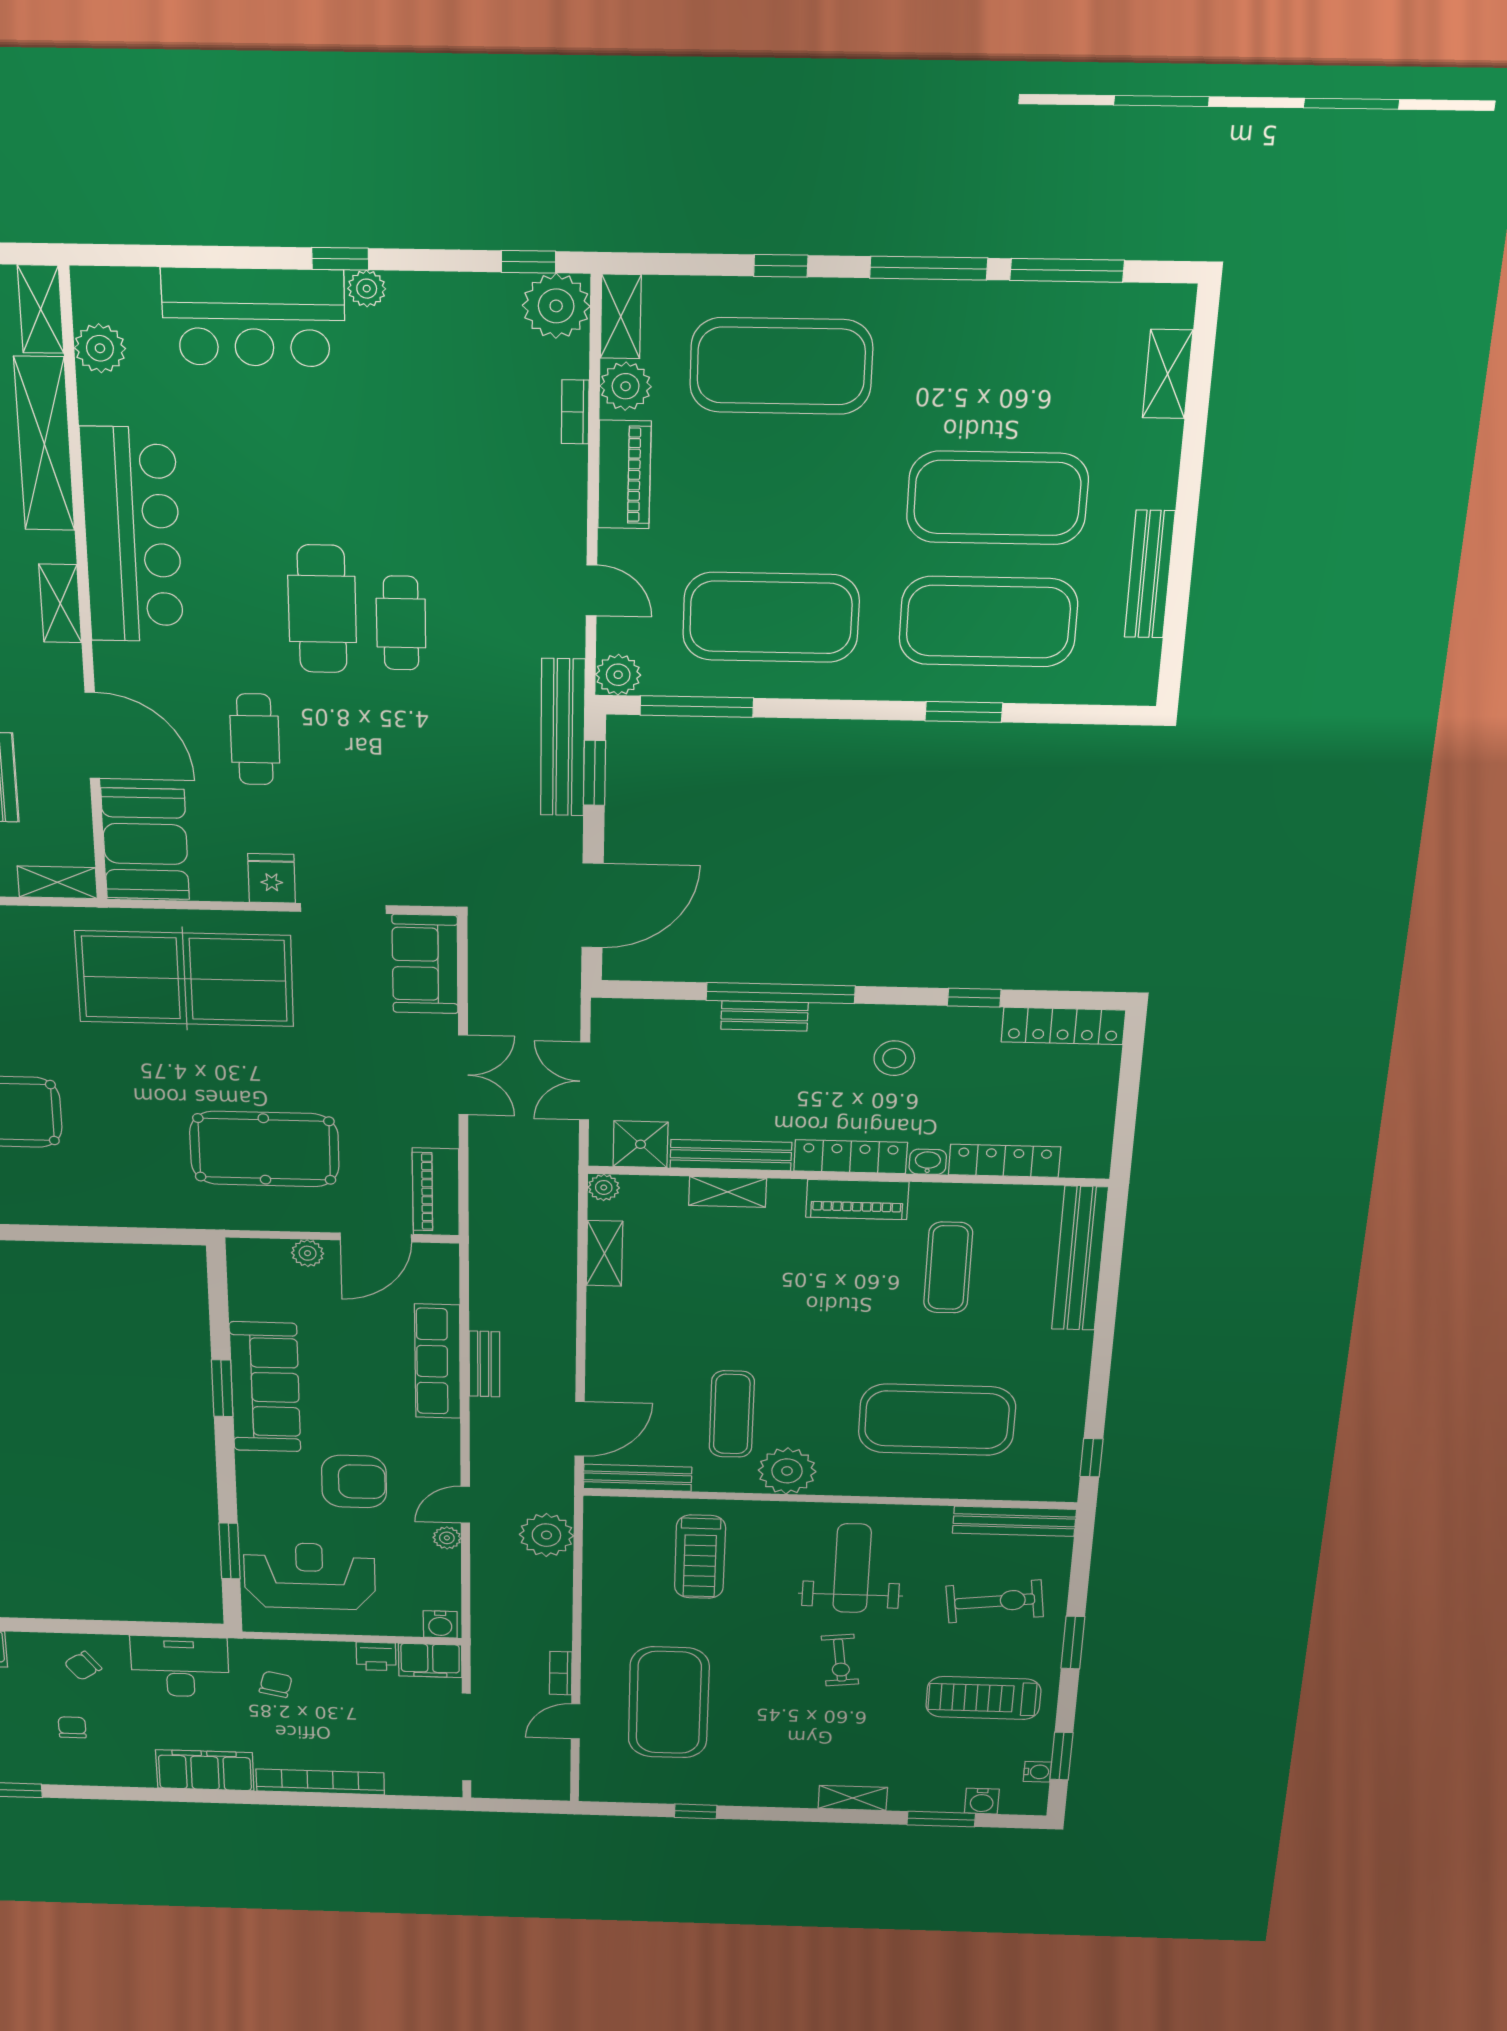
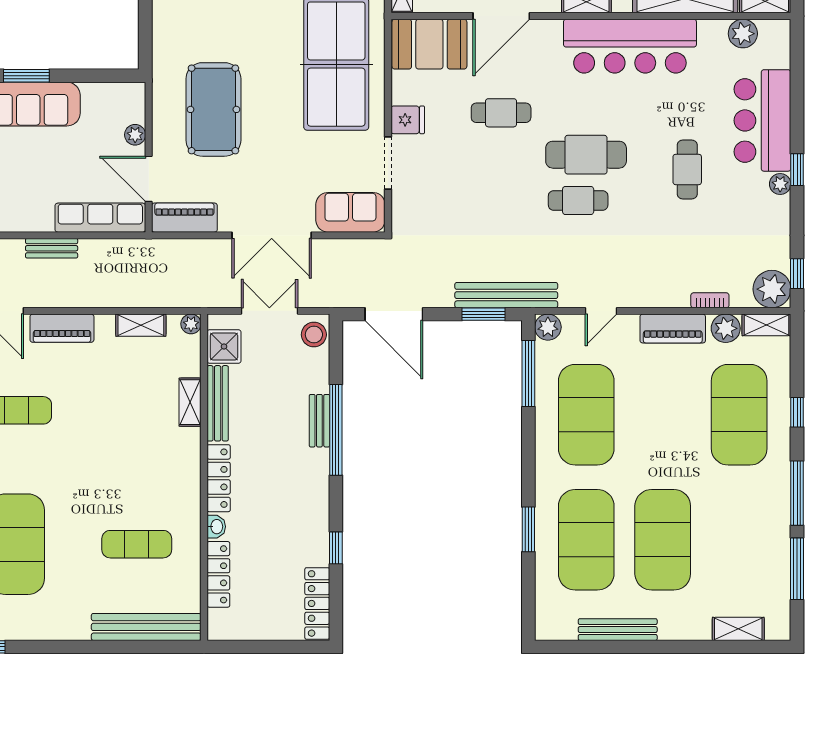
cafe table: (344, 446) -> (687, 169), added
stool: (894, 1058) -> (314, 335), moved
double door: (463, 1075) -> (272, 235), width x1.37
piano: (857, 1200) -> (62, 328), moved, turned -90
row of seats: (438, 1361) -> (100, 218), moved

